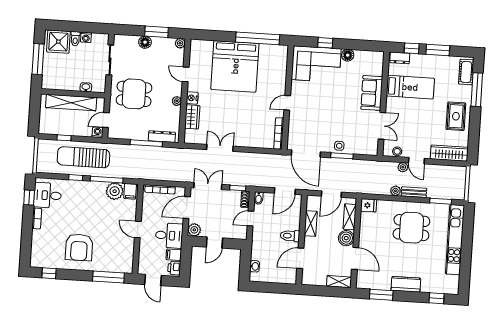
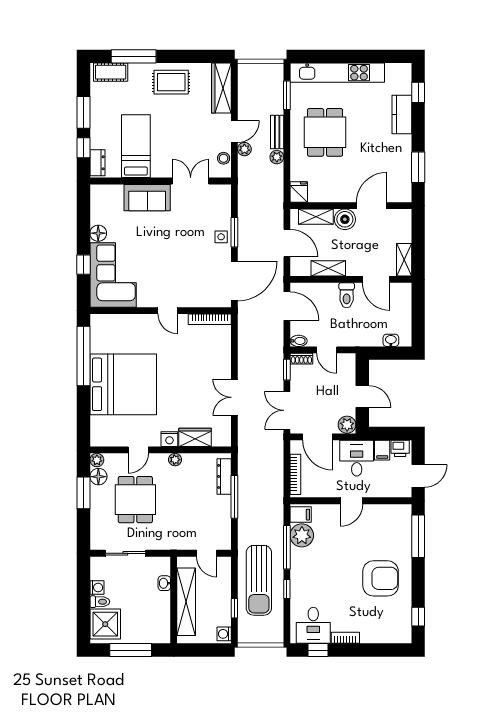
floor lamp: (145, 42) -> (98, 477), moved
dining table: (134, 94) -> (135, 500), moved
washing machine: (98, 132) -> (224, 634), moved
shelving: (339, 282) -> (404, 260), moved
kitchen counter: (406, 284) -> (402, 114), moved

